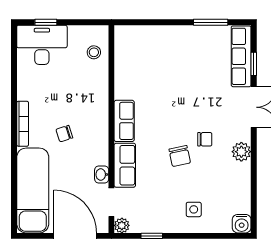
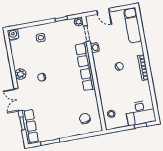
chair: (180, 156) -> (85, 119), moved
exam couch: (33, 190) -> (133, 25), width x0.73, depth x0.69
door: (75, 236) -> (103, 11), width x0.53

